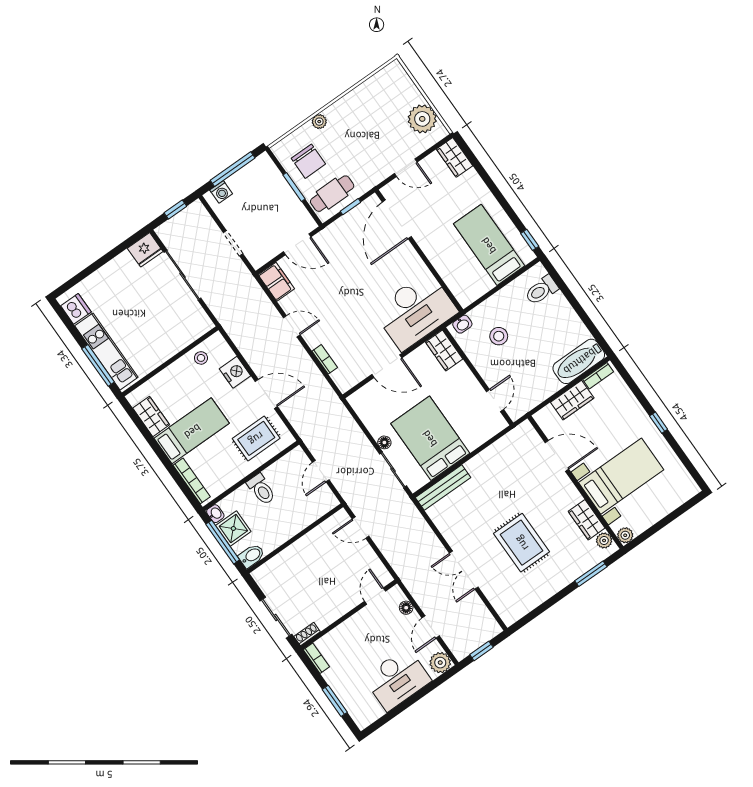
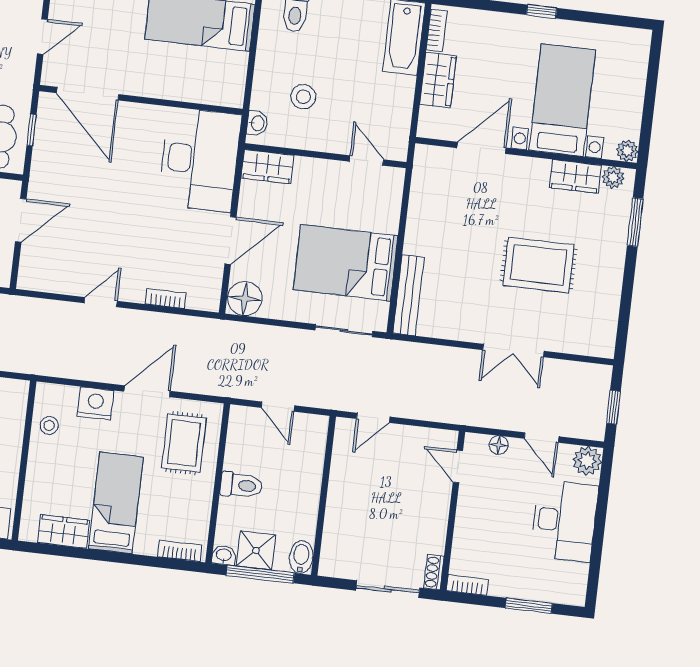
filing cabinet: (276, 282) -> (40, 277), removed
floor lamp: (384, 442) -> (245, 299), moved, width x1.89, depth x1.89
bookcase: (192, 481) -> (180, 551), width x0.64

